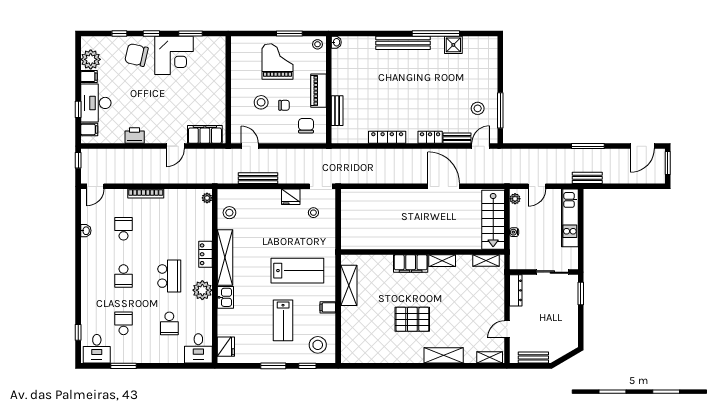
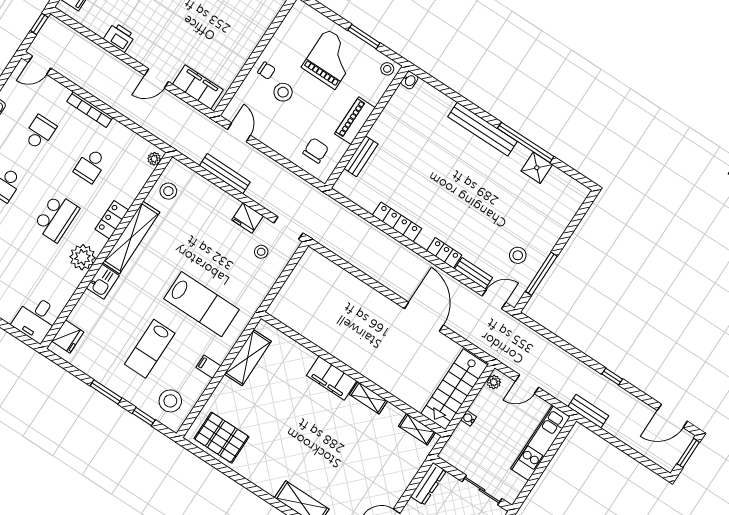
chair: (284, 105) -> (267, 71), moved
window: (588, 146) -> (612, 377), width x0.46
pallet: (412, 319) -> (221, 438), moved
school desk: (169, 323) -> (90, 166), moved

